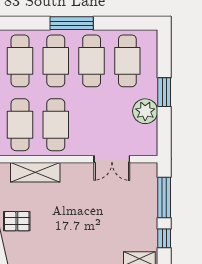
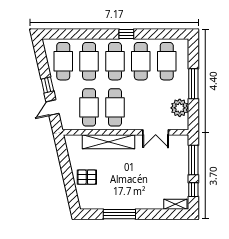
window: (72, 23) -> (126, 34), width x0.46
window: (164, 92) -> (193, 84), width x1.44
plant: (145, 111) -> (180, 108), moved
shelving: (35, 172) -> (108, 142), width x1.47

